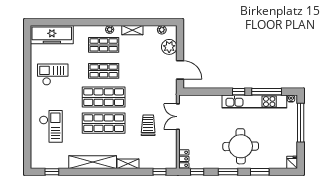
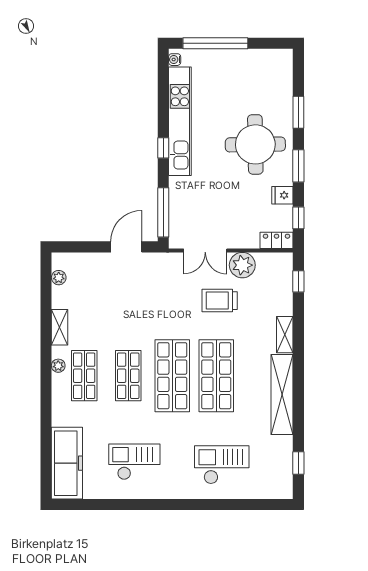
plant: (169, 47) -> (242, 265), moved
checkout: (53, 75) -> (134, 462), turned 90
window: (267, 92) -> (163, 212), moved
fridge: (292, 162) -> (282, 195), moved

